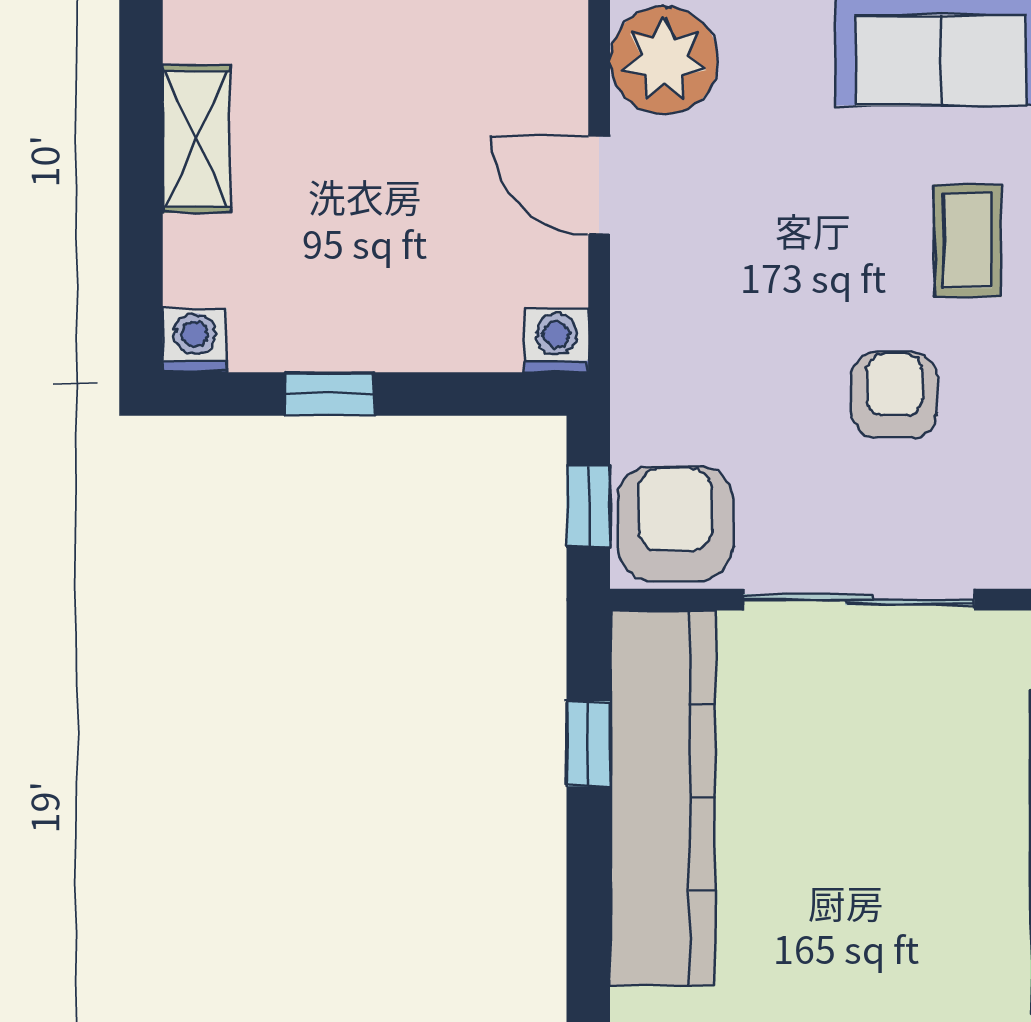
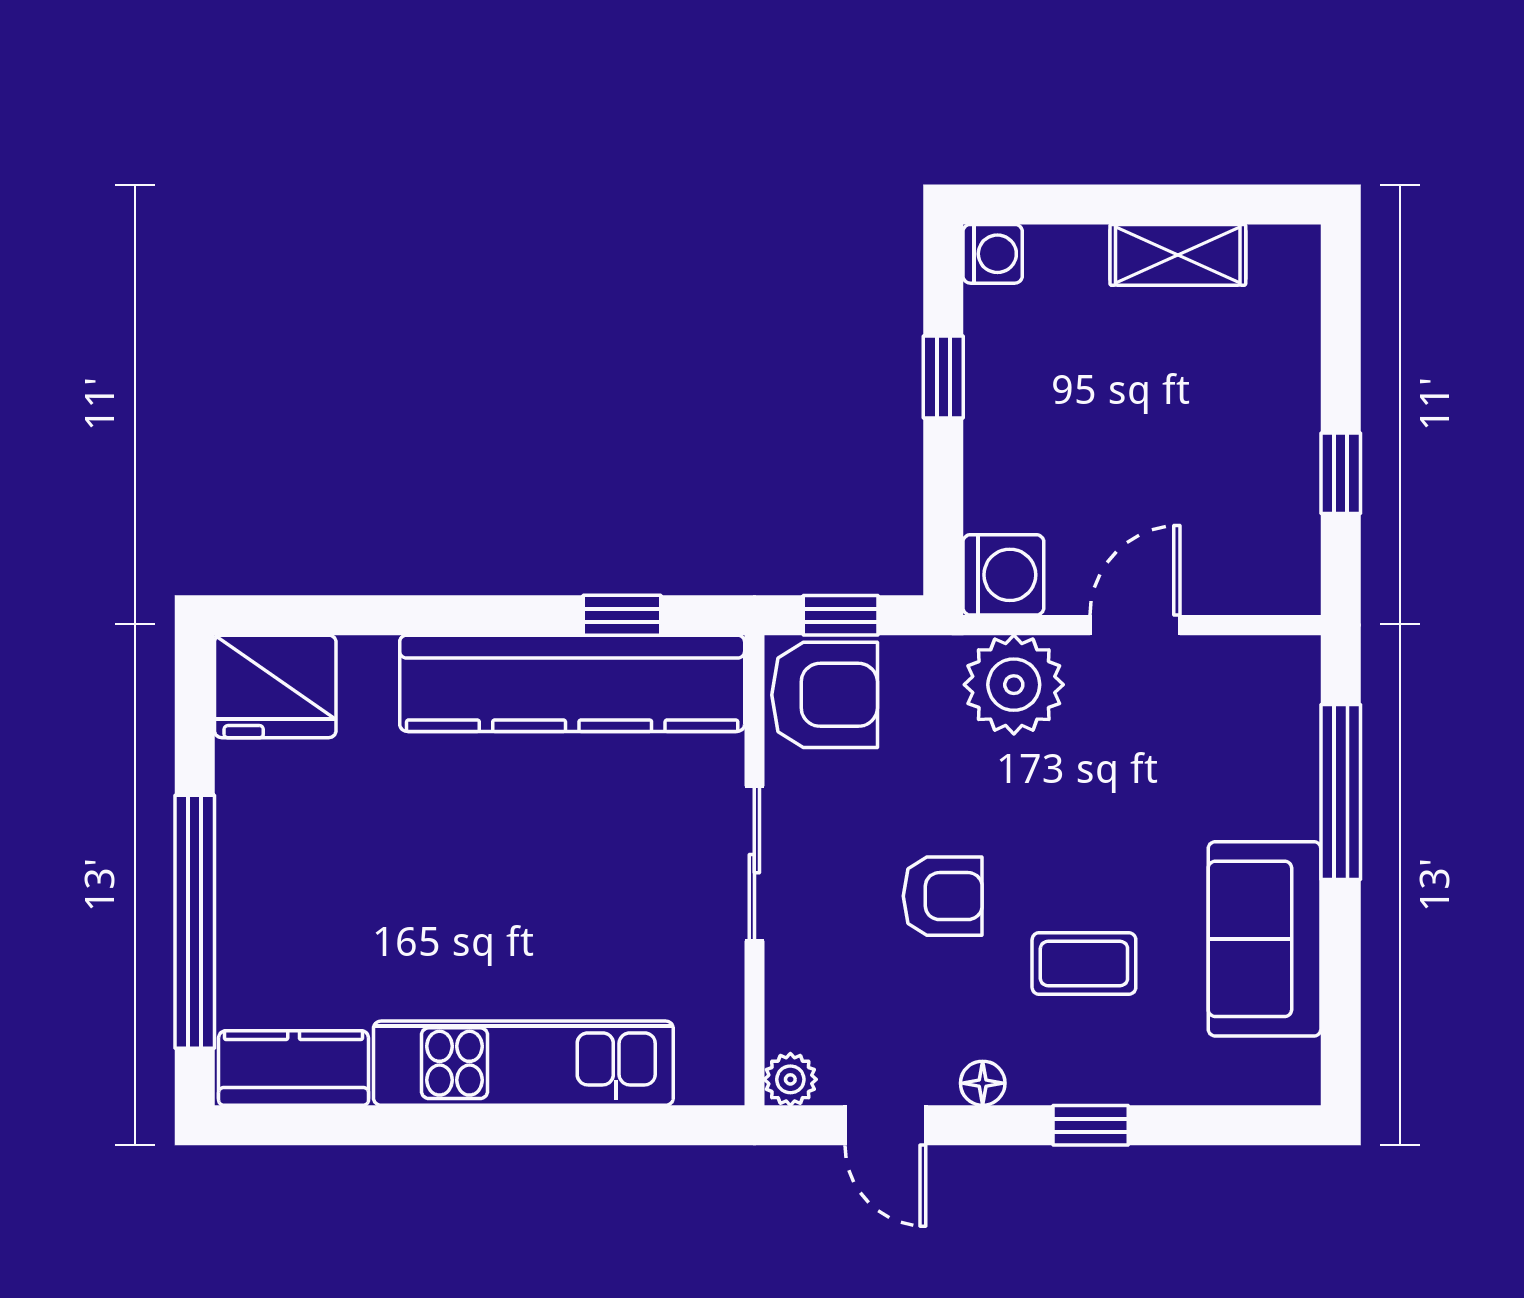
plant: (664, 60) -> (1014, 685), moved
washing machine: (557, 341) -> (1003, 575), width x1.38, depth x1.38
sliding door: (859, 600) -> (754, 864), width x0.73

